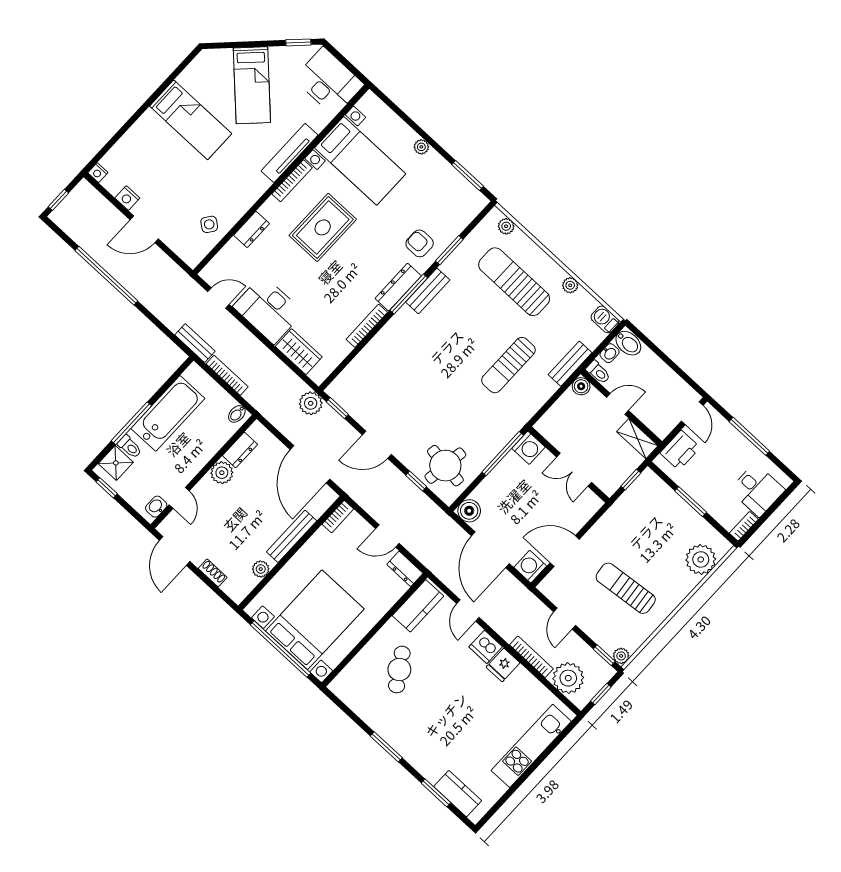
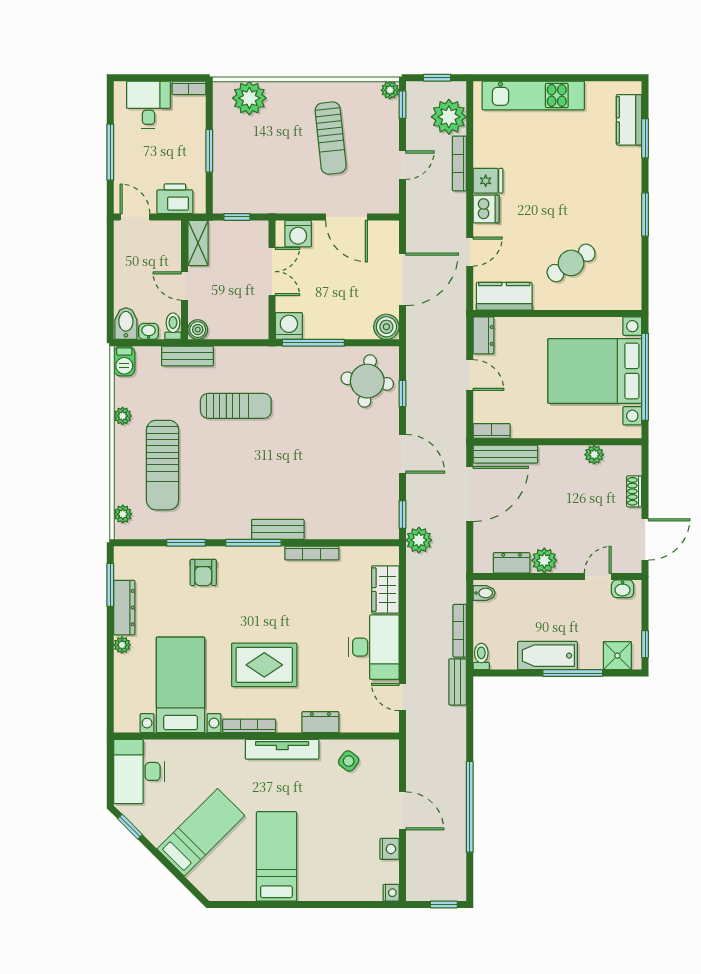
tv unit: (290, 153) -> (282, 749), moved
dresser: (398, 287) -> (124, 608), moved, turned -90
bench: (428, 291) -> (278, 529), moved
bathtub: (168, 413) -> (548, 656), width x0.73, depth x0.73
door: (692, 413) -> (135, 217), hinge flipped
toilet: (130, 447) -> (481, 657), moved
bench: (292, 536) -> (505, 454), moved
washing machine: (530, 567) -> (298, 234), moved

